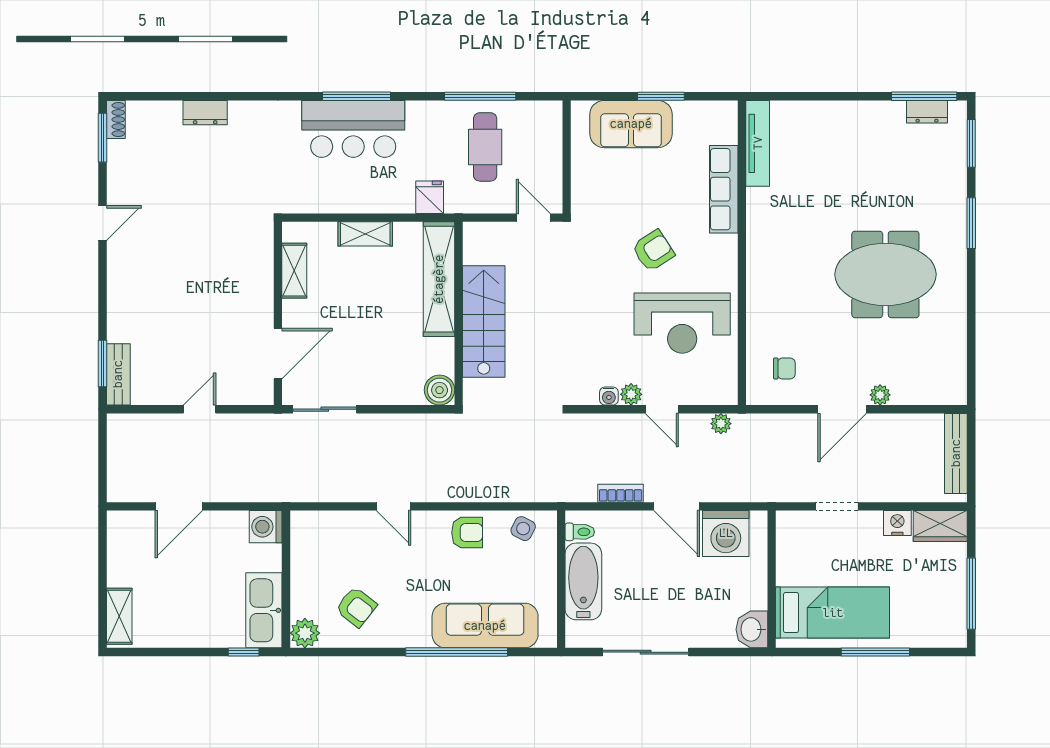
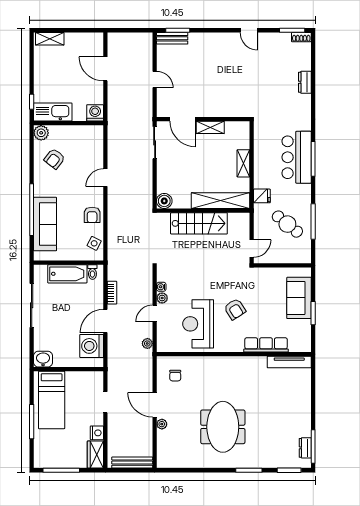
cafe table: (485, 147) -> (287, 224), turned 39
shelving: (294, 271) -> (210, 127), moved

